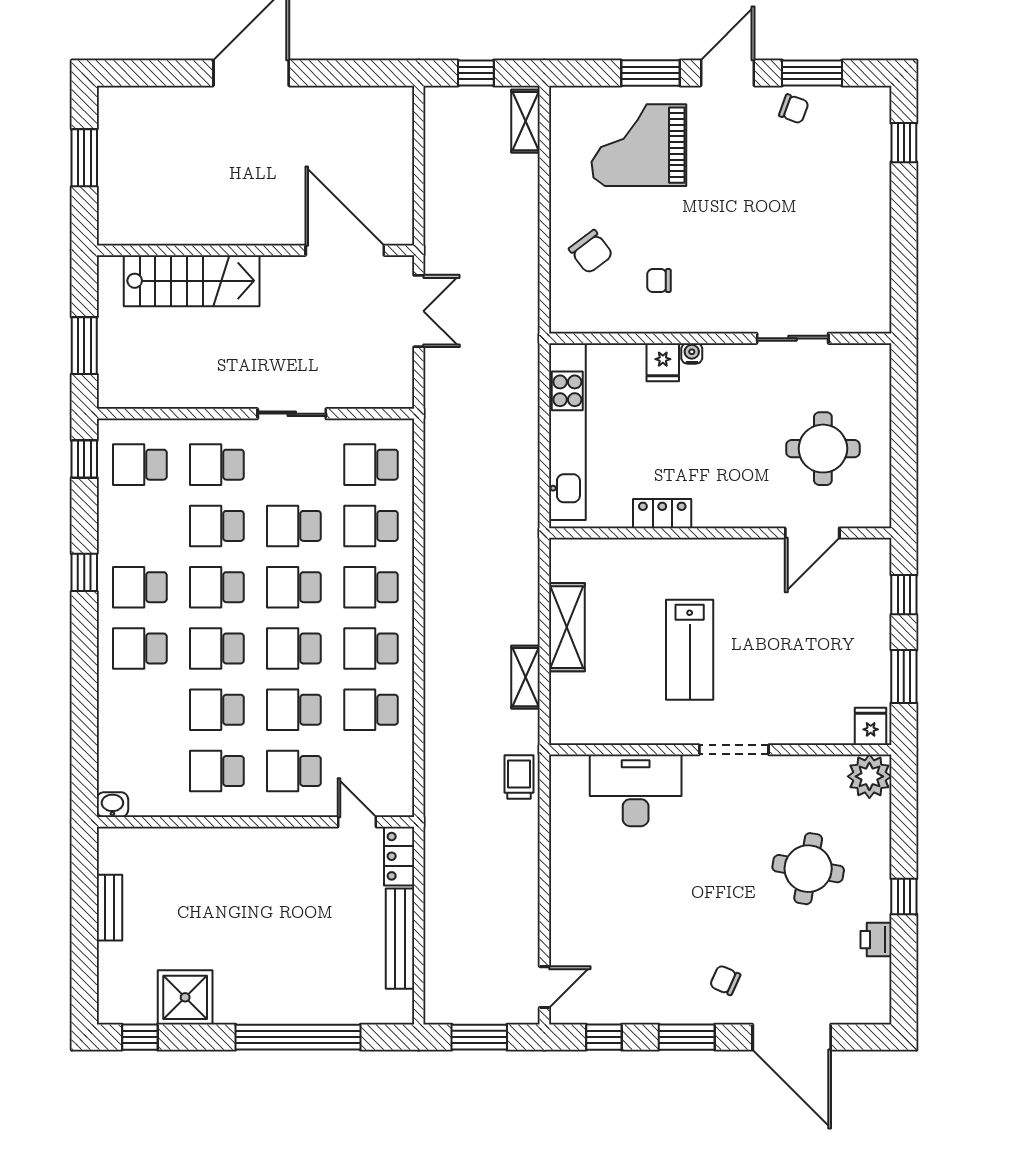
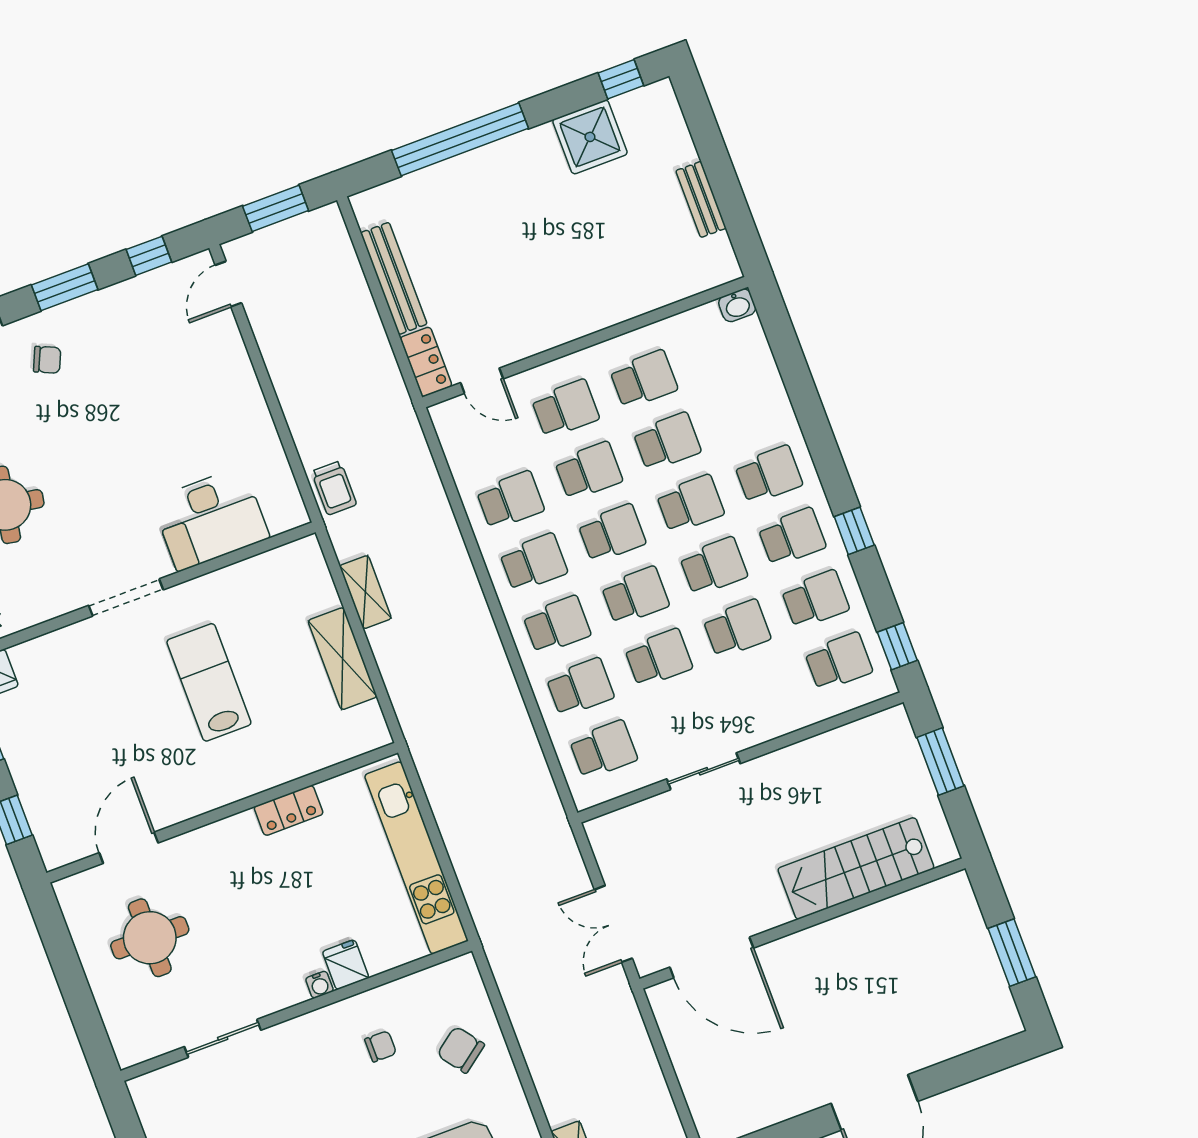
school desk: (217, 465) -> (815, 599), moved

